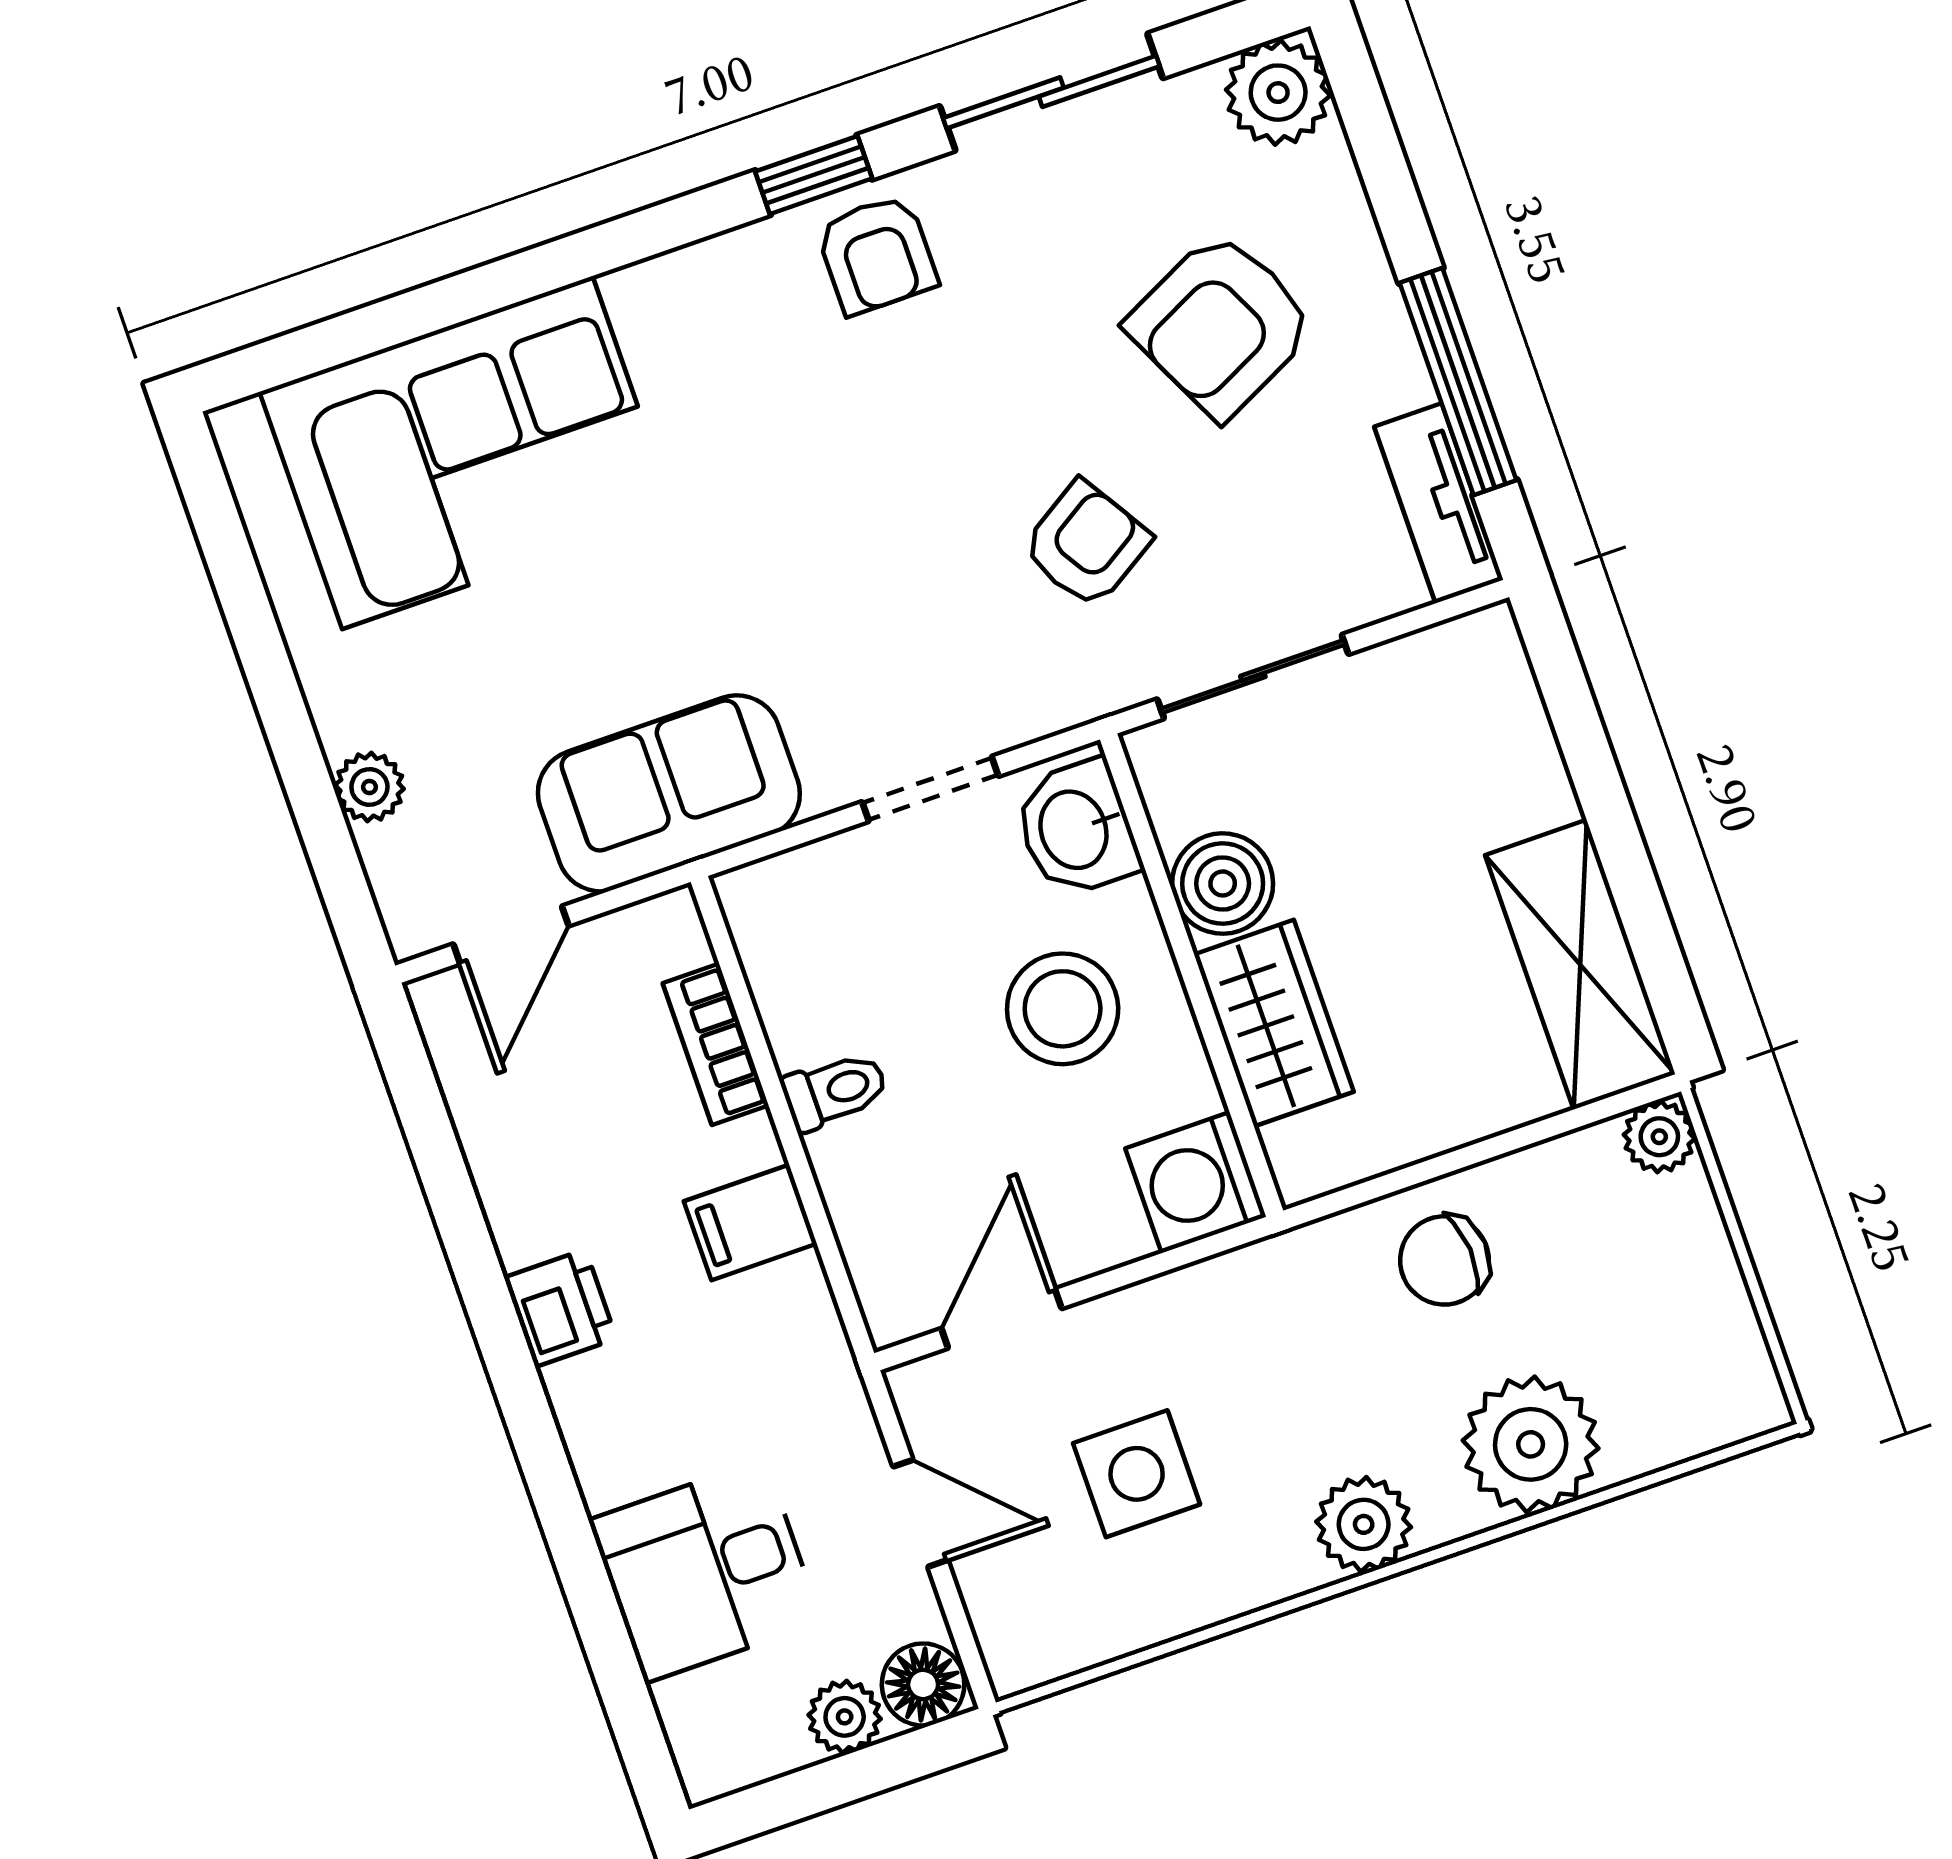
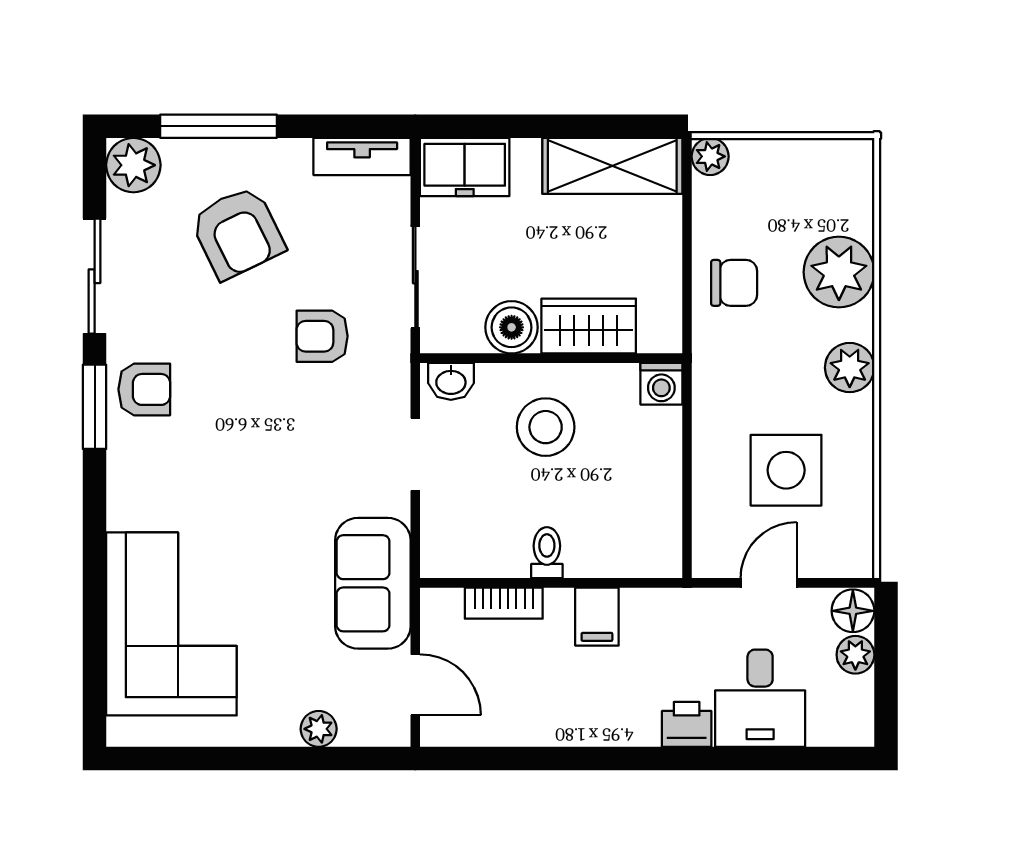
window: (814, 175) -> (95, 407), width x1.50
window: (1458, 381) -> (218, 126), moved
armchair: (1086, 544) -> (322, 336), turned -58
freezer: (1485, 697) -> (465, 167), added
washbasin: (1076, 829) -> (451, 381), width x0.72, depth x0.69
washing machine: (1196, 1183) -> (661, 384), width x0.73, depth x0.73
chair: (1444, 1260) -> (734, 283), turned -86
printer: (560, 1308) -> (687, 724), moved
door: (1002, 1318) -> (687, 510), removed
side table: (1137, 1474) -> (786, 470), width x1.37, depth x1.37

